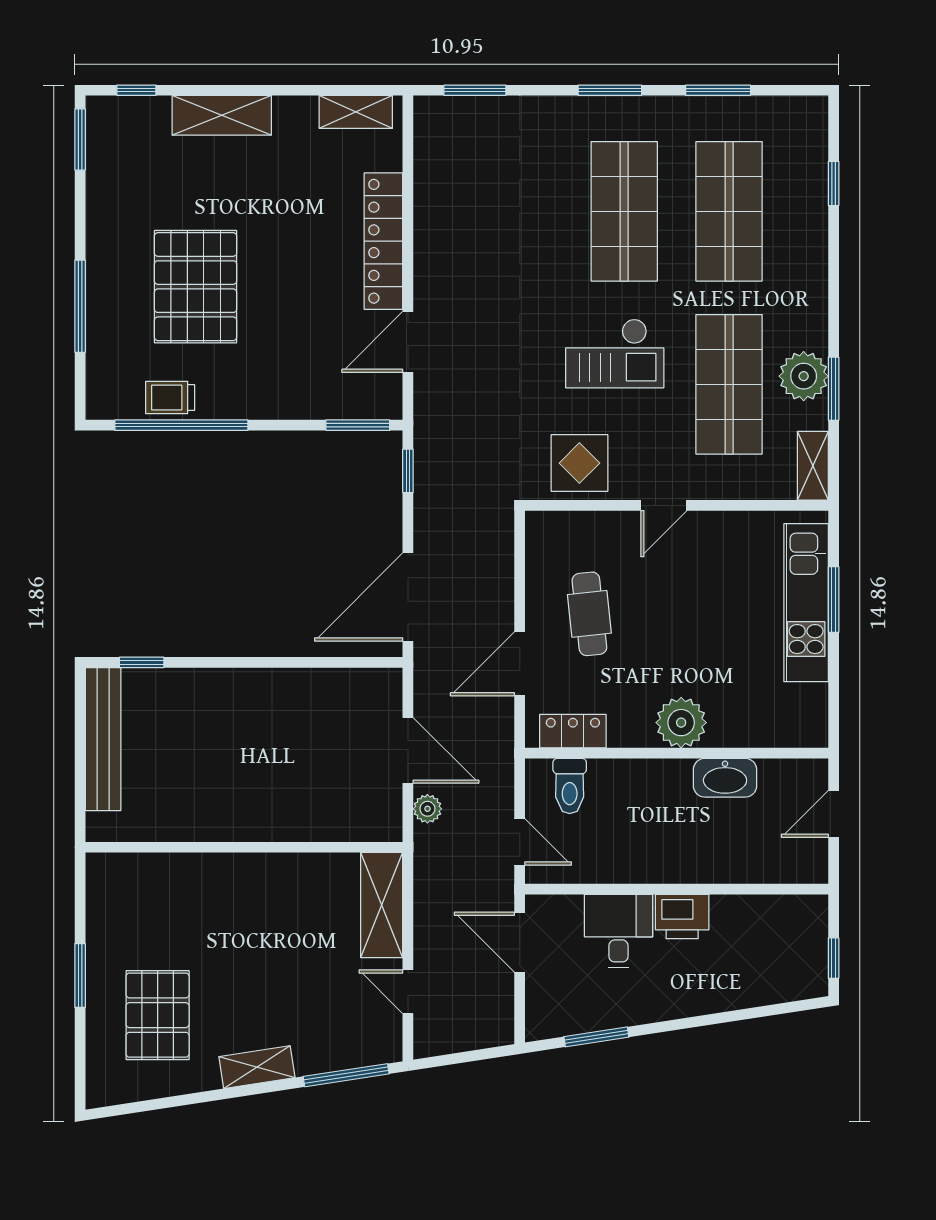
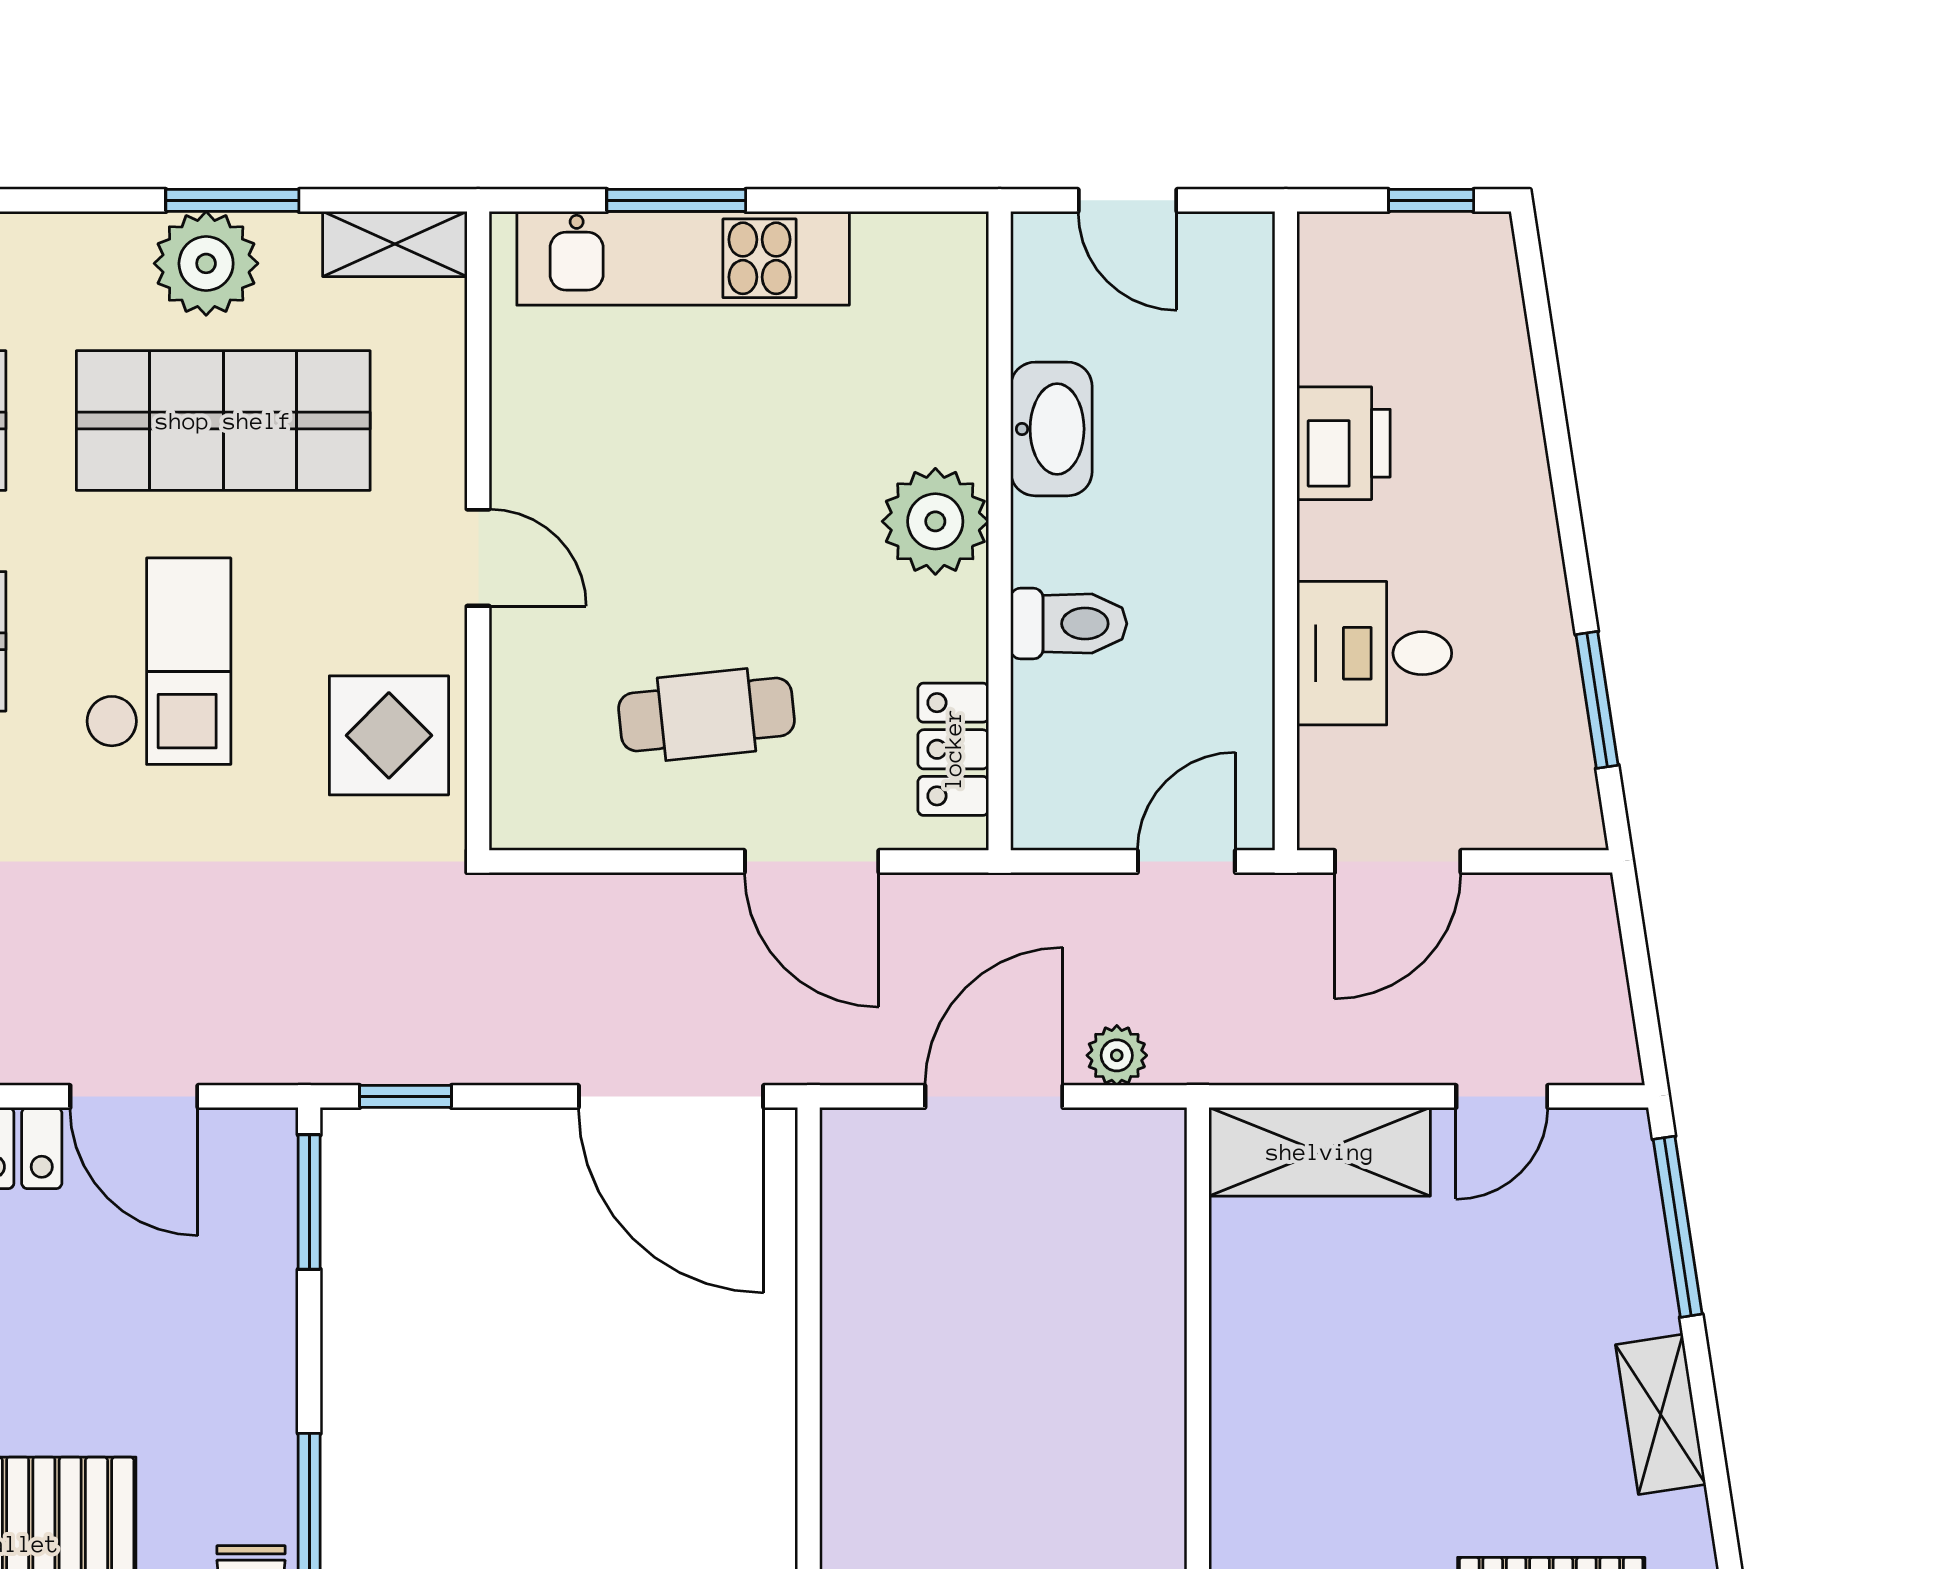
toilet: (570, 786) -> (1069, 624), moved
printer: (682, 916) -> (1344, 443), moved

